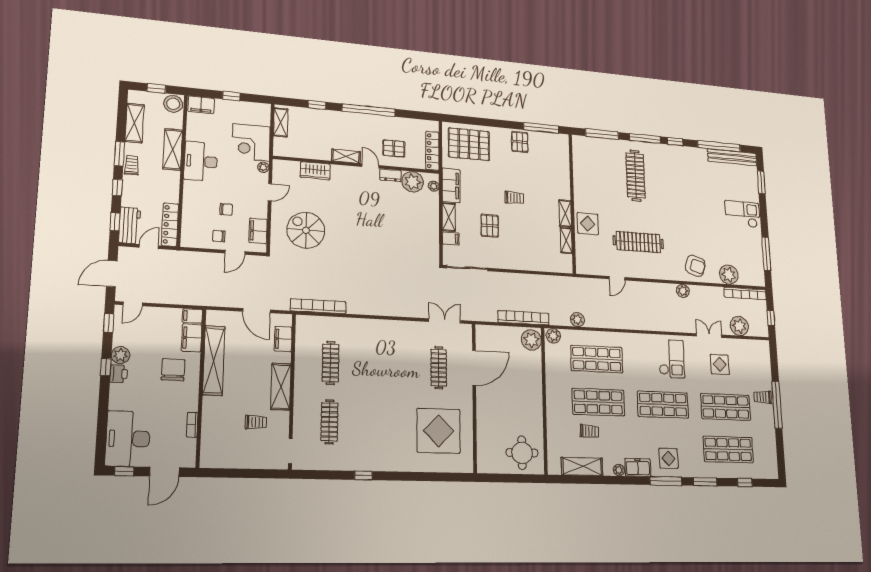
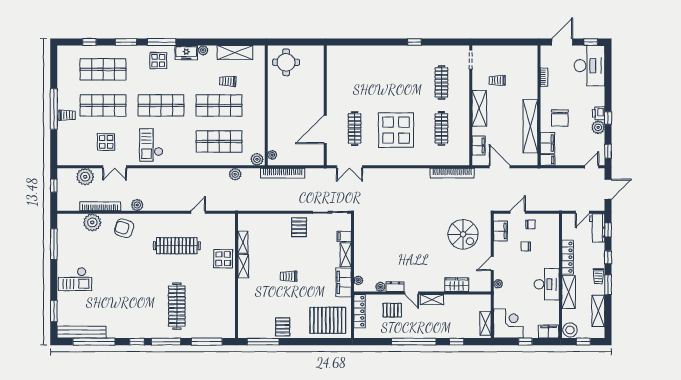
corner desk: (251, 142) -> (508, 324), moved
plant: (413, 182) -> (380, 287), width x0.53, depth x0.53
locker: (170, 225) -> (568, 257), moved
pallet: (490, 226) -> (299, 227), moved
bookcase: (745, 293) -> (100, 206), moved
plant: (531, 340) -> (272, 155), width x0.53, depth x0.53
display table: (439, 431) -> (396, 130), moved

